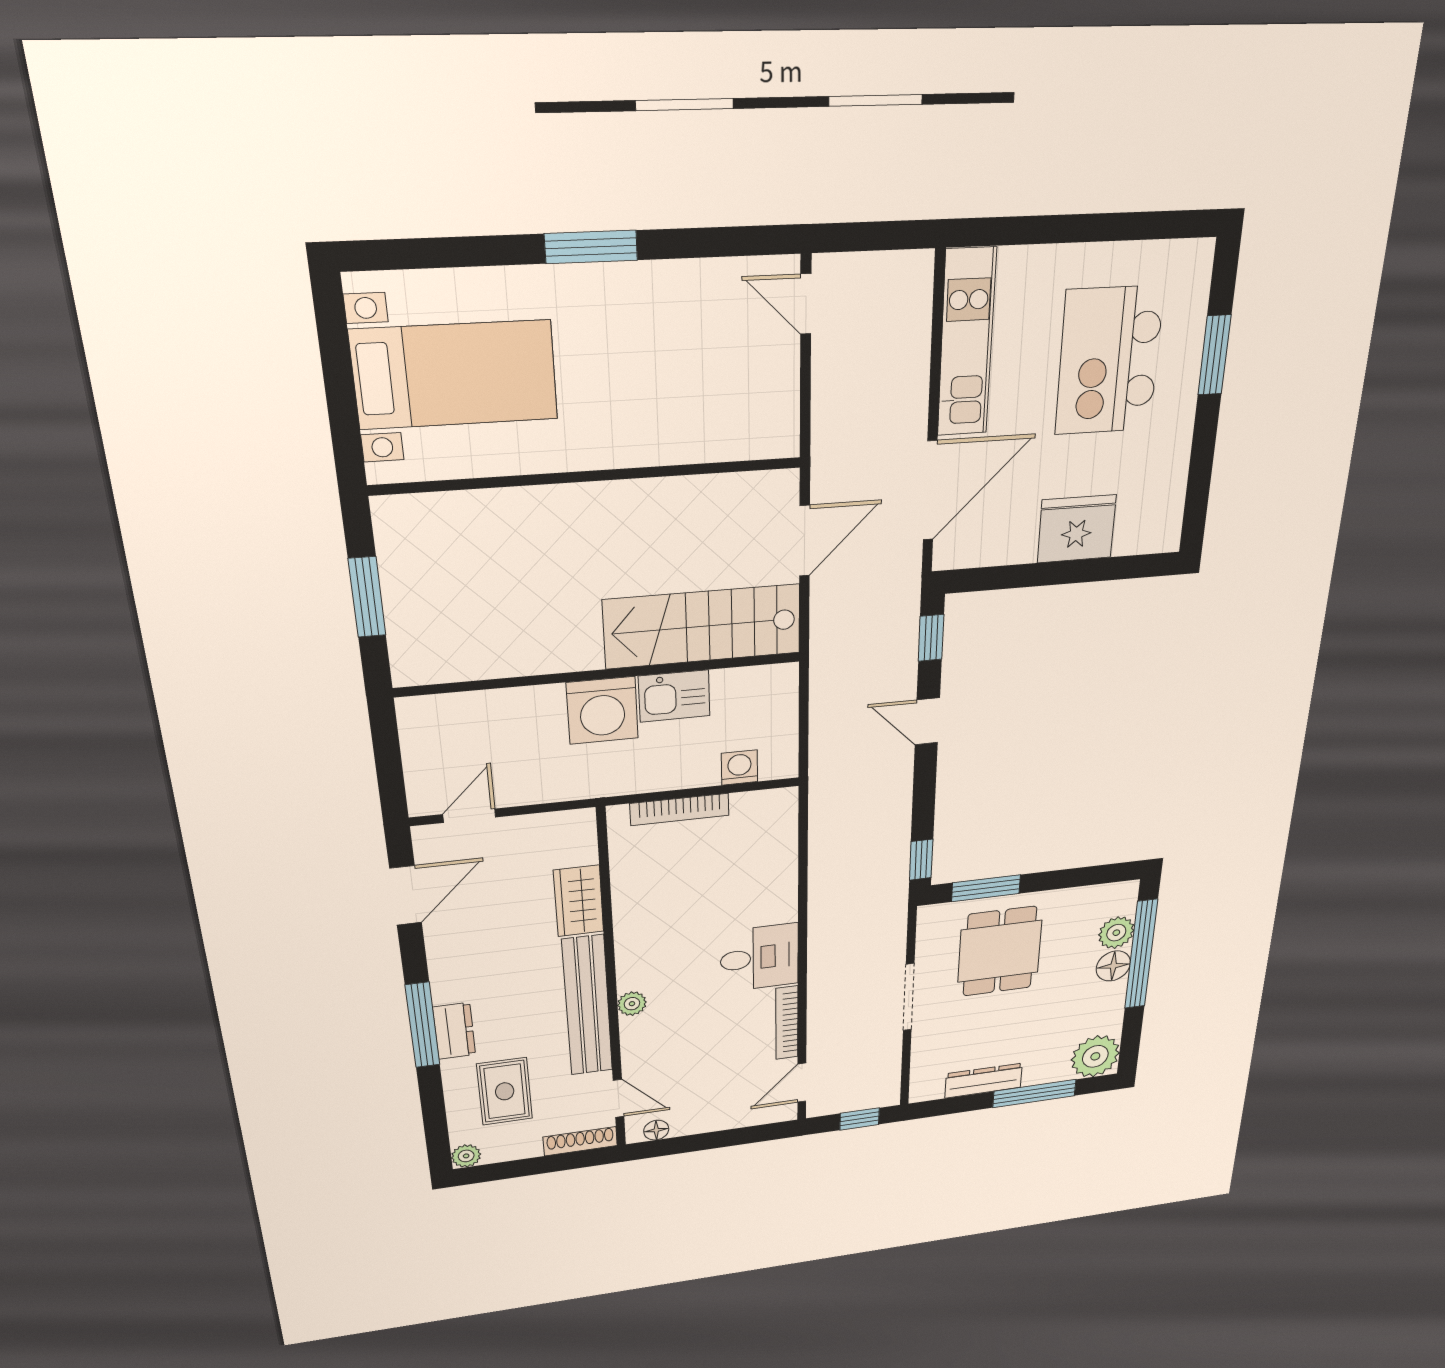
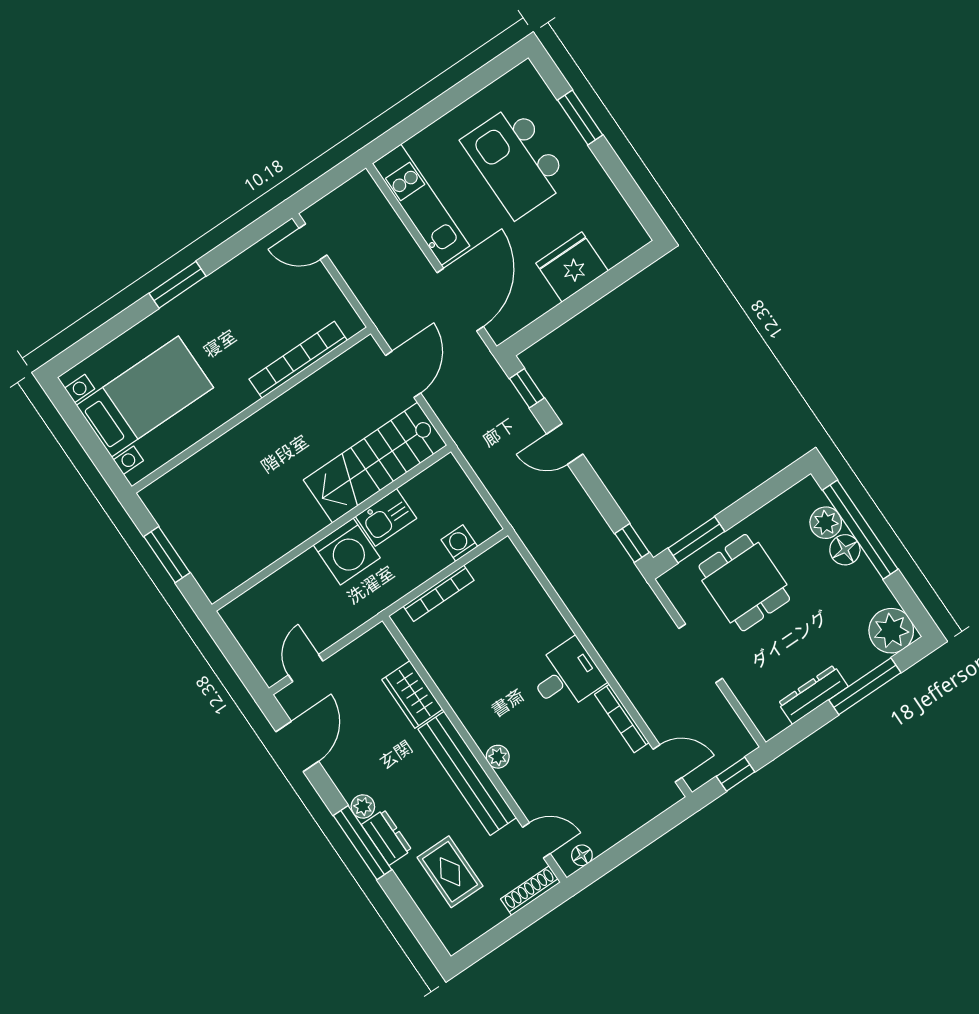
bookcase: (689, 447) -> (298, 360), added
door: (802, 1083) -> (667, 763), swing flipped
plant: (466, 1156) -> (363, 806), moved

